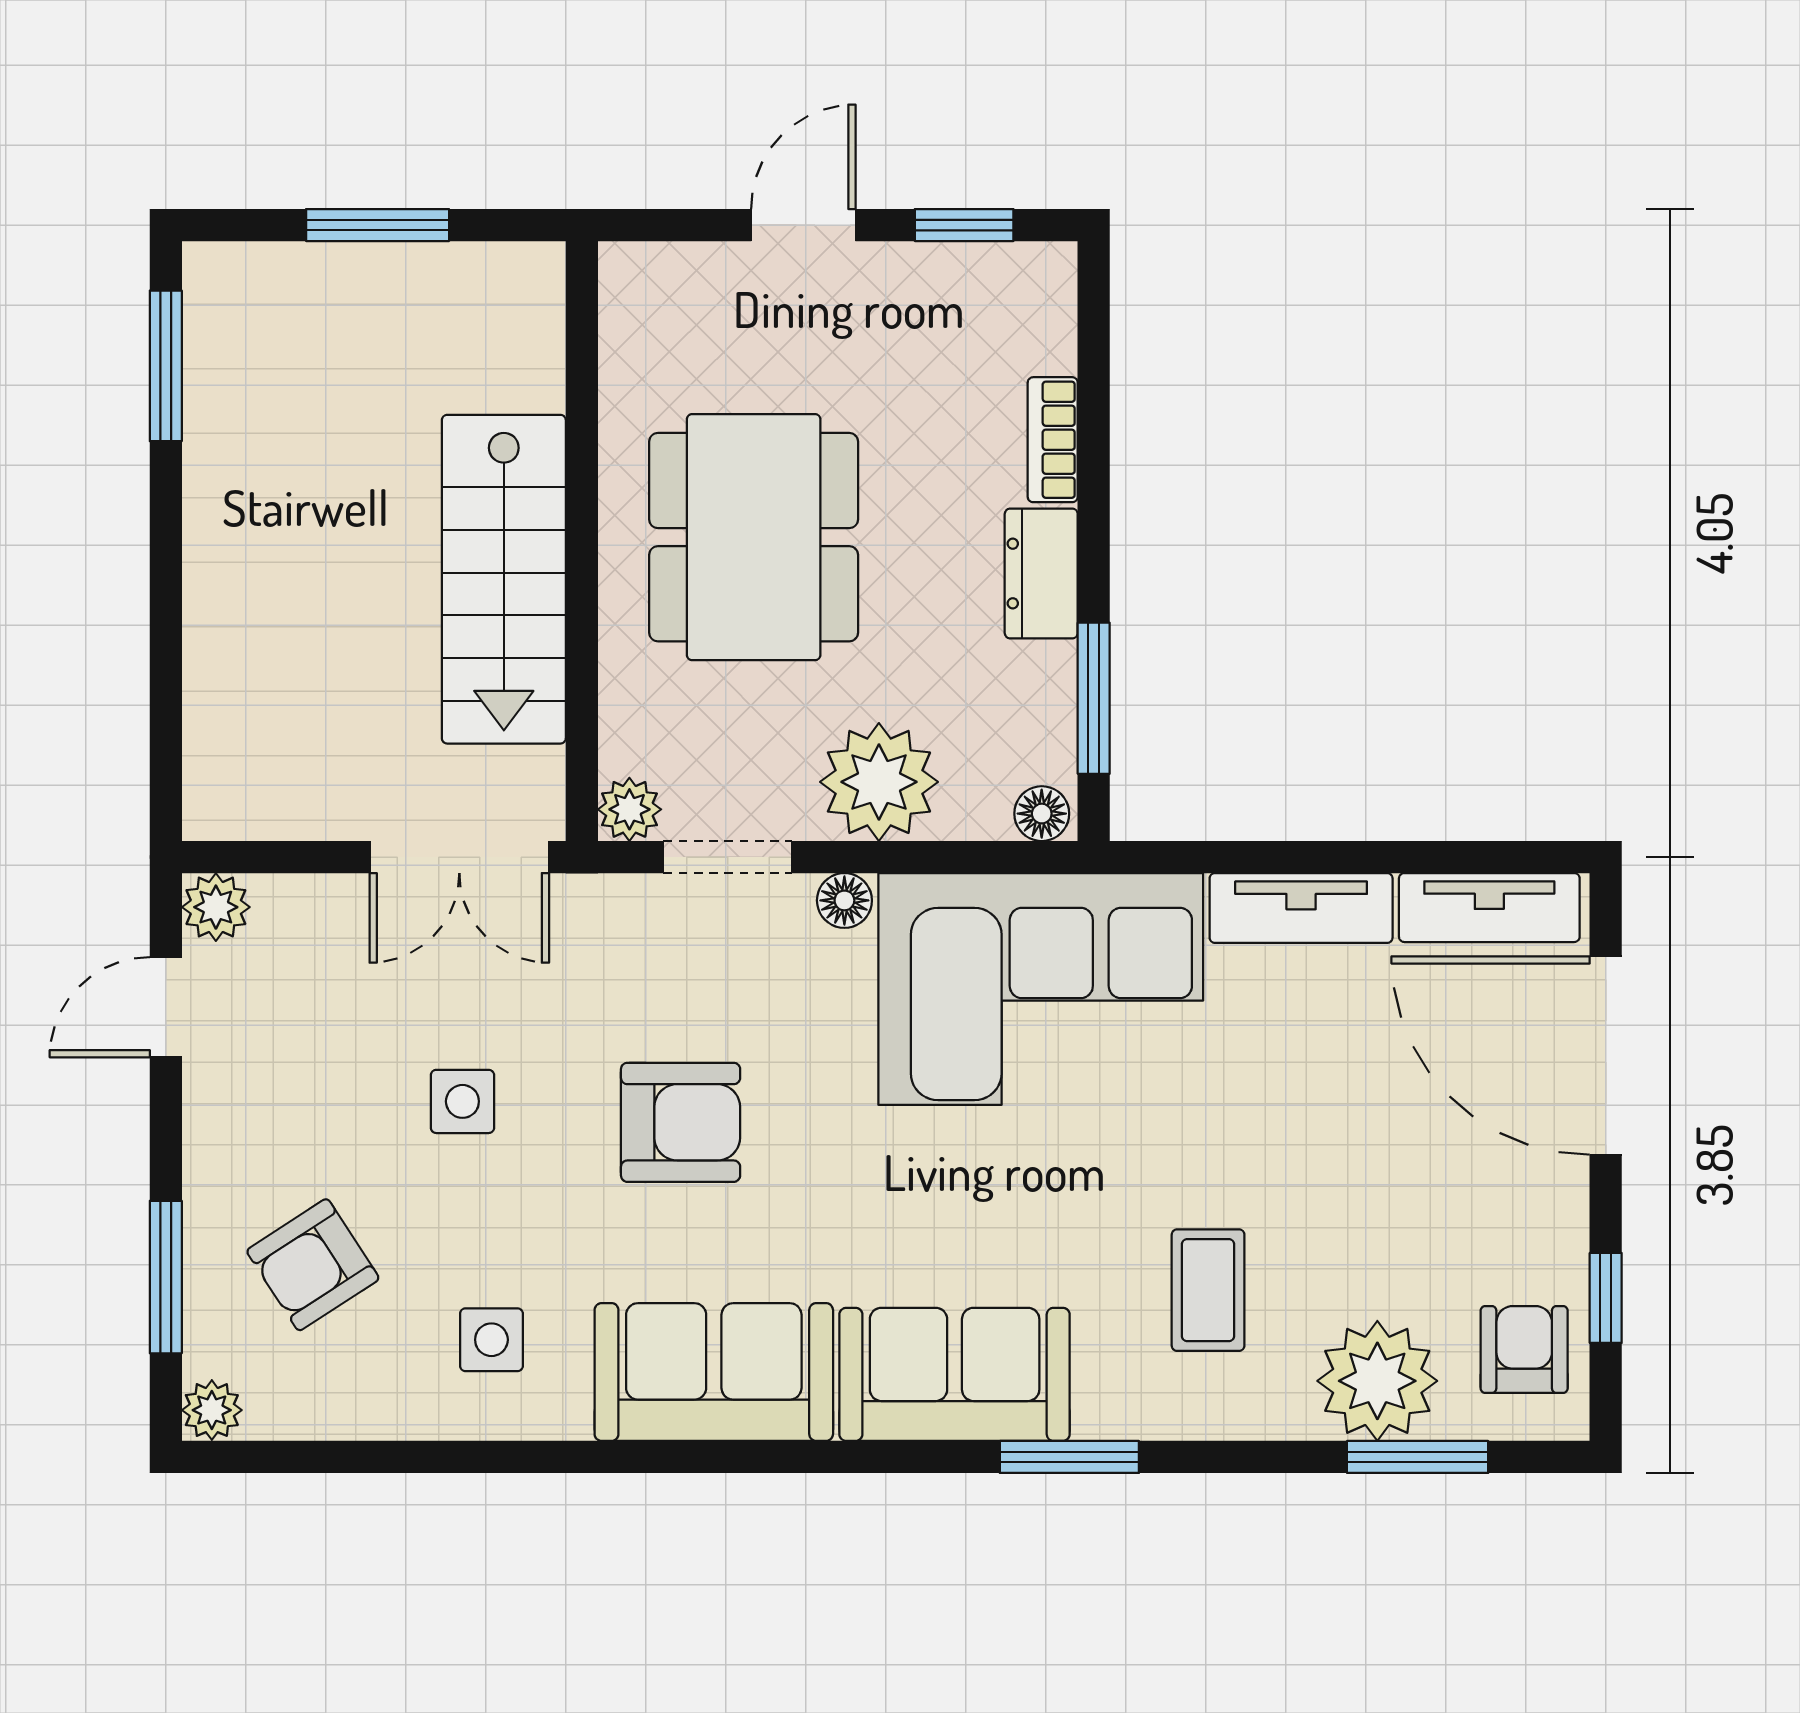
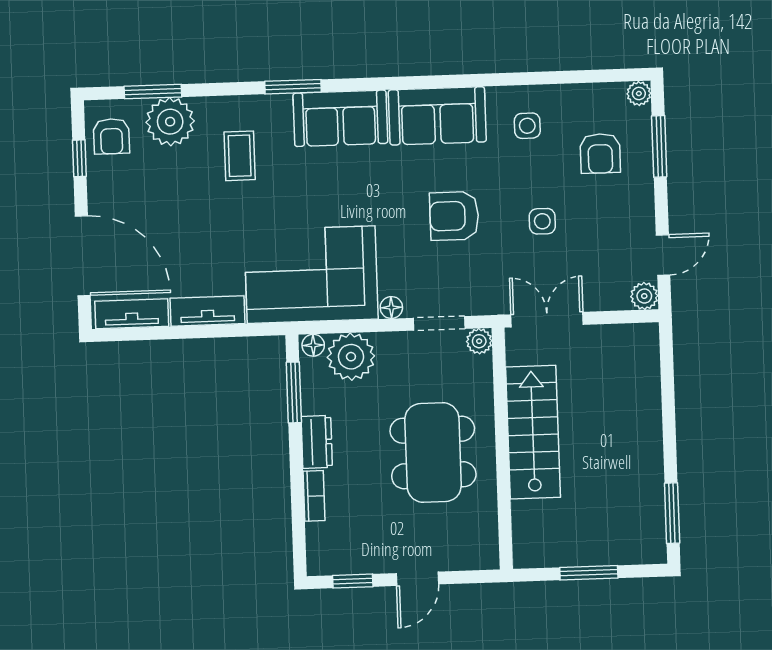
plant: (879, 782) -> (351, 357), moved
armchair: (313, 1265) -> (600, 153), turned 123

